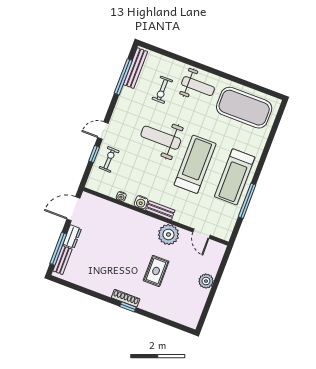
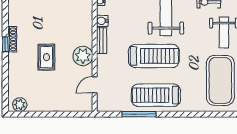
rug: (156, 271) -> (46, 57), turned 90
plant: (206, 281) -> (20, 105), moved

